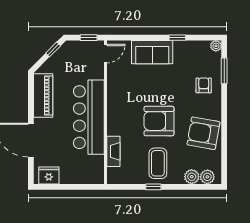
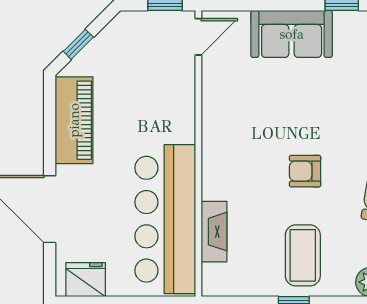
window: (53, 49) -> (78, 44), moved
bar counter: (89, 117) -> (165, 219), moved
armchair: (159, 121) -> (305, 171), width x0.53, depth x0.53

